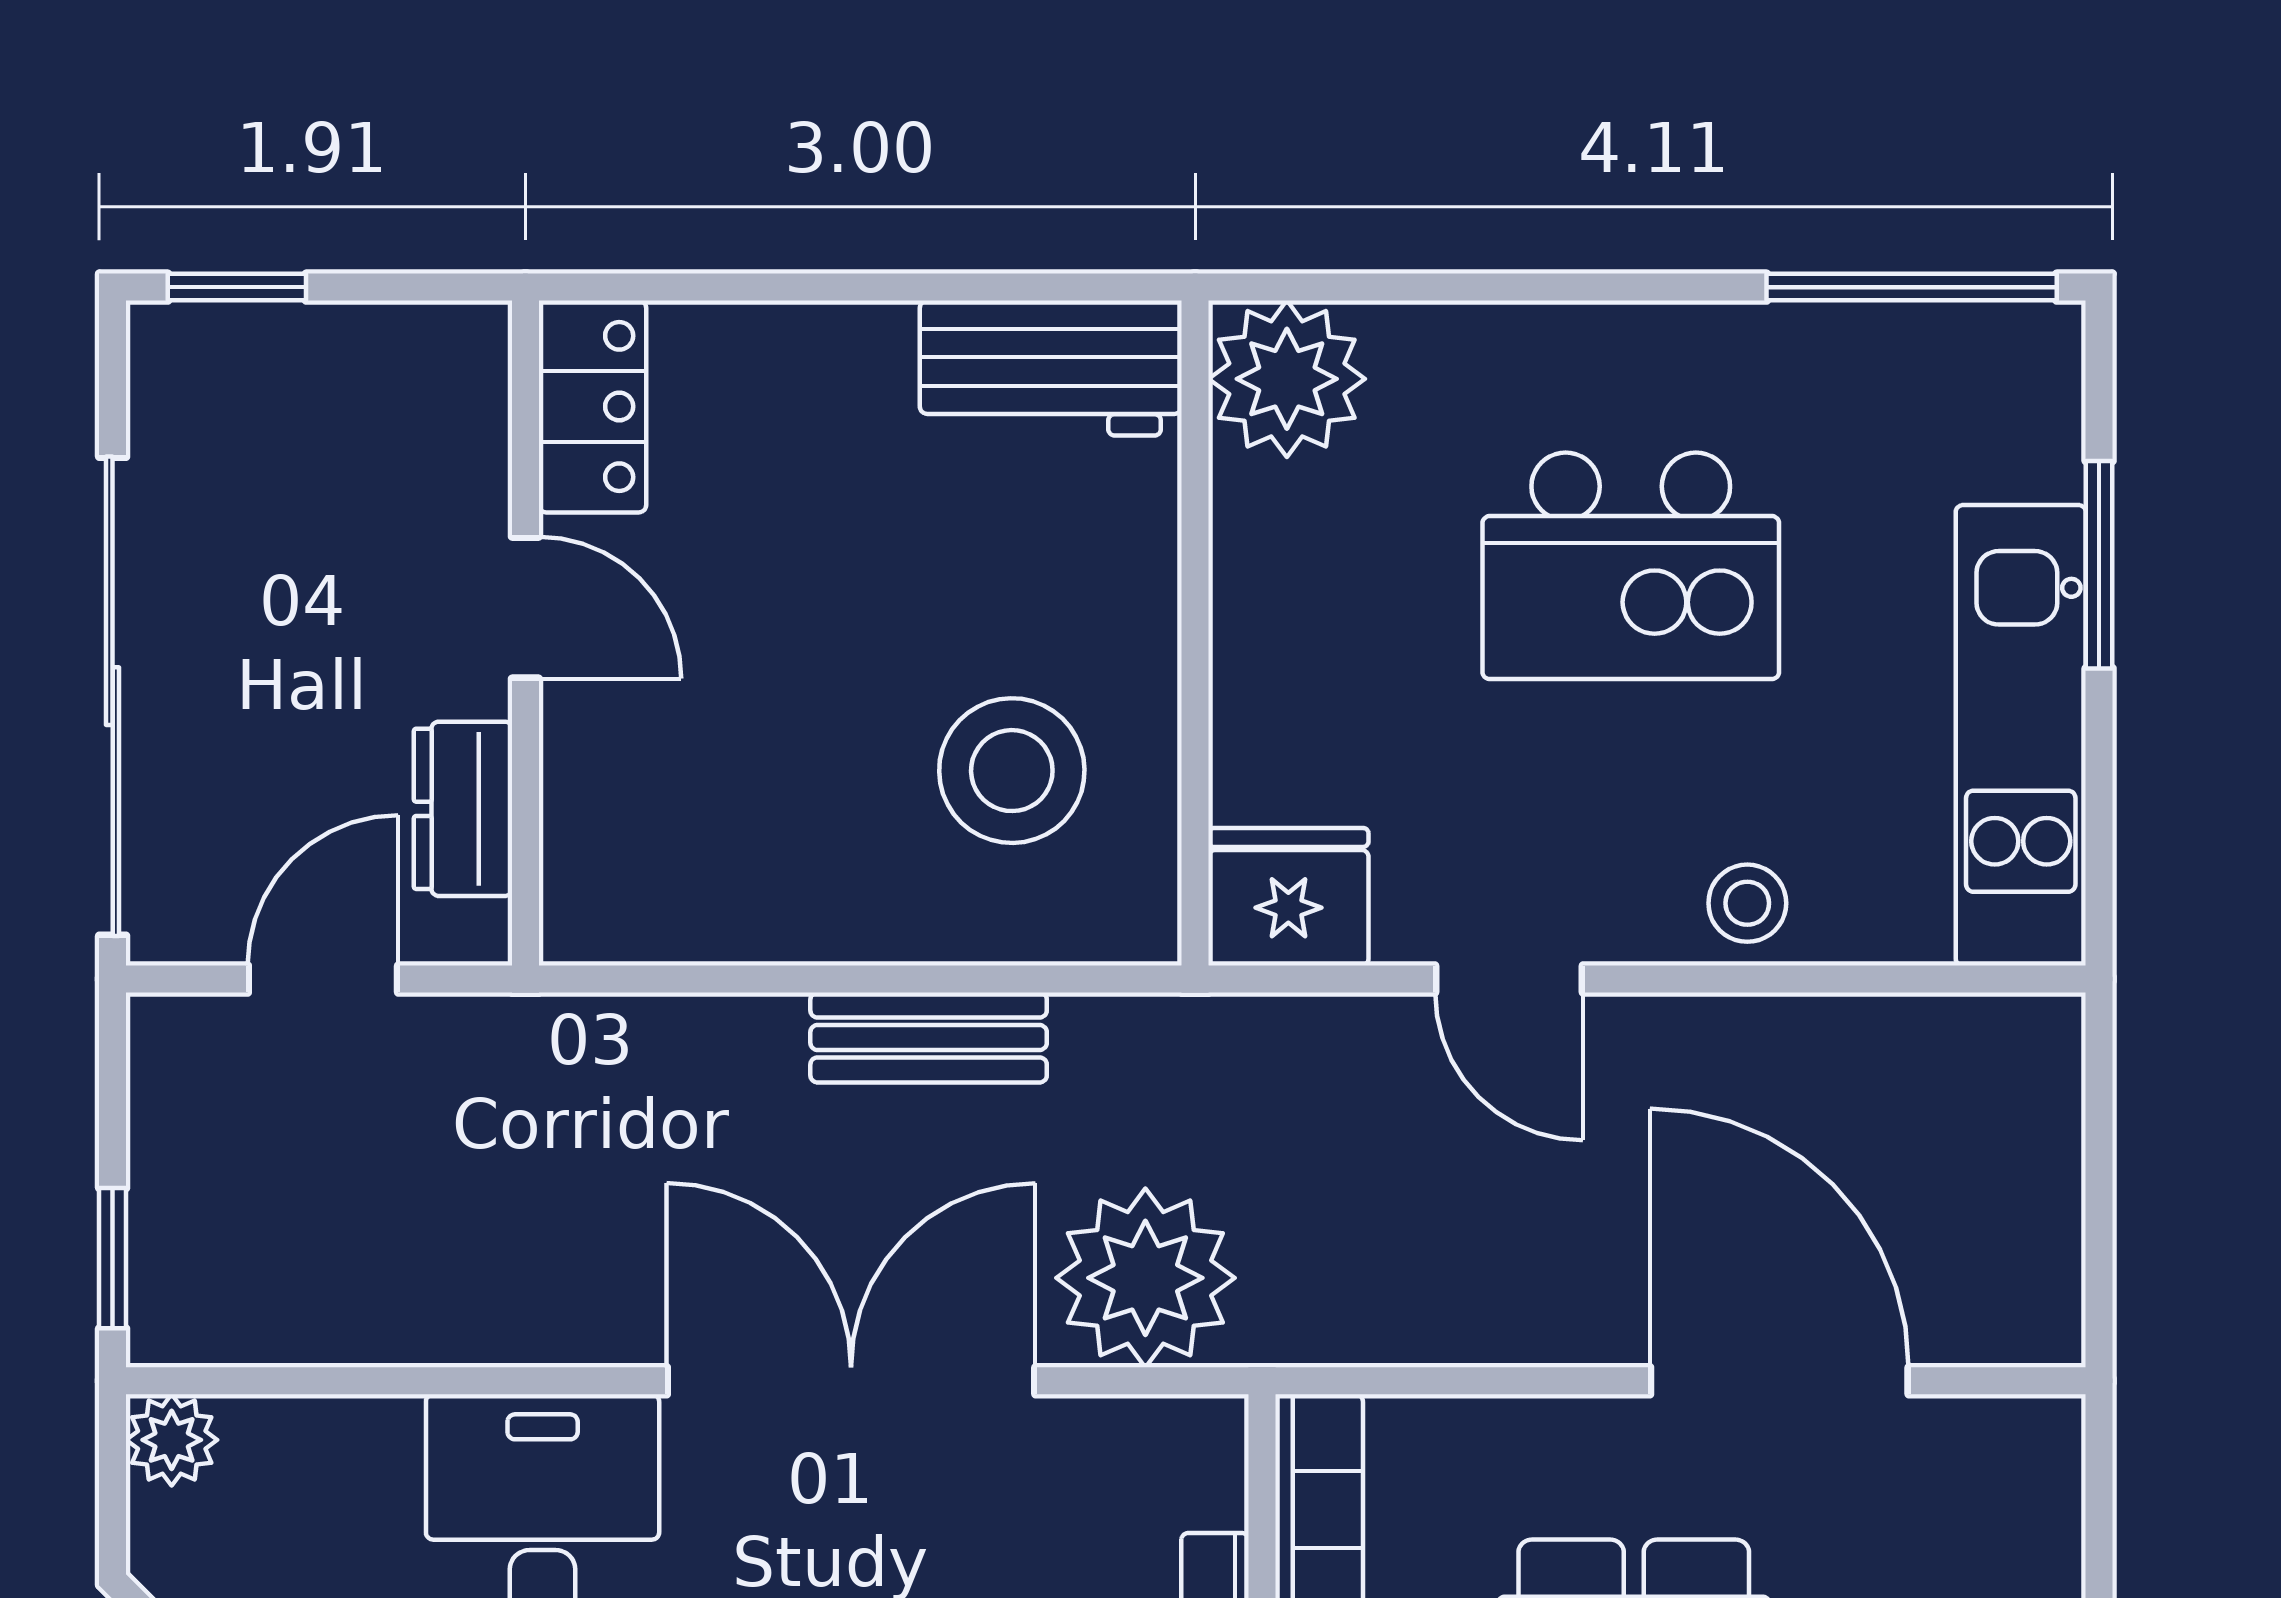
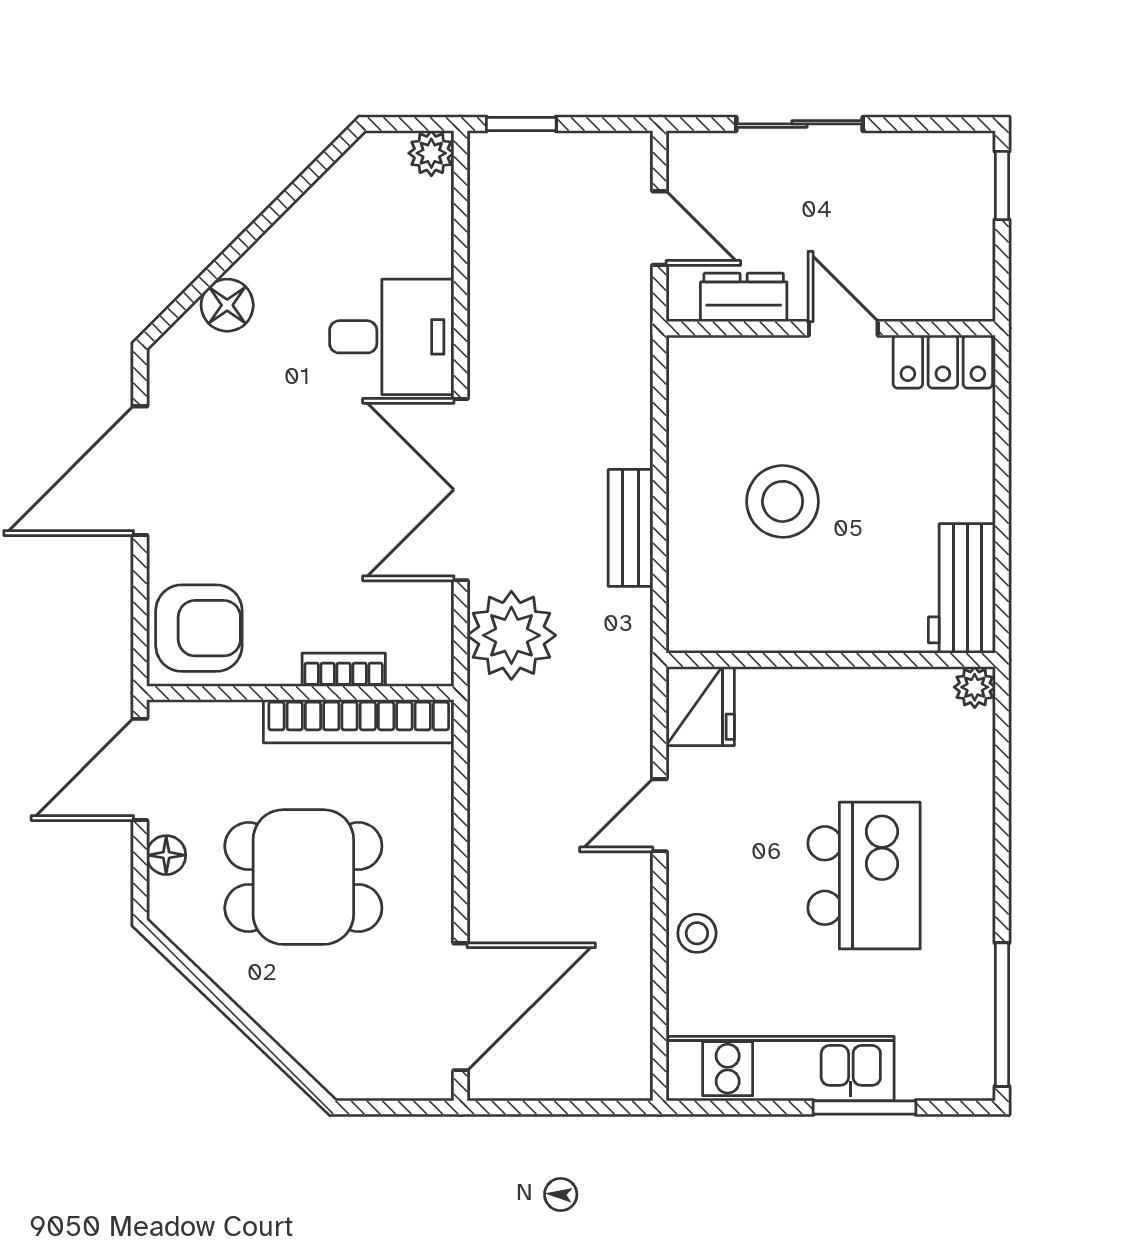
plant: (1287, 379) -> (975, 687), width x0.53, depth x0.53
kitchen island: (1631, 566) -> (864, 876), turned 180
door: (525, 608) -> (843, 328), swing flipped
sliding door: (113, 696) -> (799, 124), width x0.54
stool: (1012, 771) -> (783, 501), moved
double door: (851, 1381) -> (461, 490), swing flipped
door: (1779, 1381) -> (461, 1007), moved

